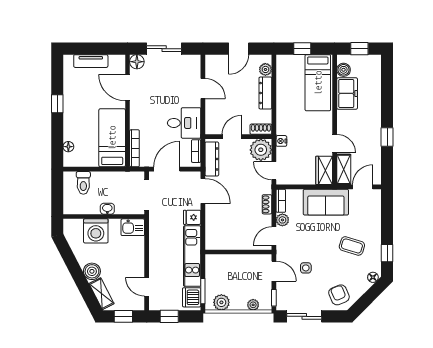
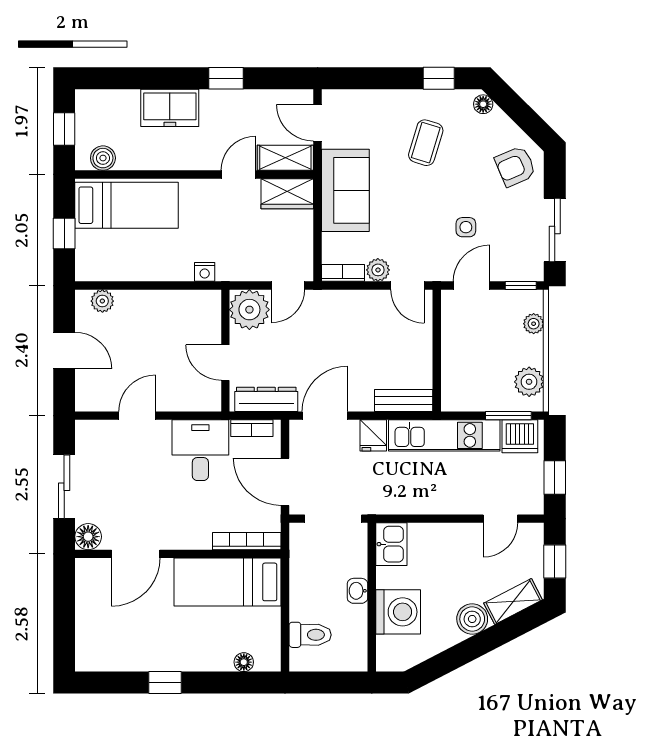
tv unit: (91, 61) -> (87, 621), removed
dresser: (265, 93) -> (145, 301), removed
freezer: (347, 93) -> (170, 108), moved, turned 180
shoe rack: (261, 129) -> (212, 309), removed
nightstand: (281, 141) -> (205, 272), moved
shoe rack: (267, 204) -> (349, 298), removed
bench: (211, 234) -> (404, 400), added

